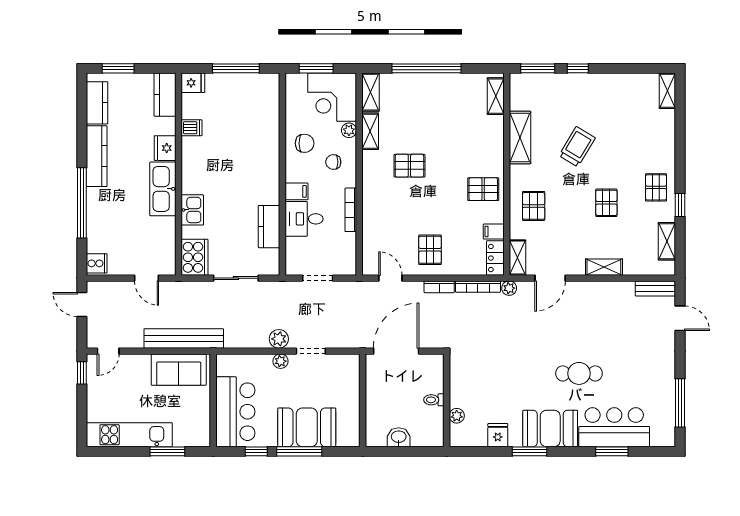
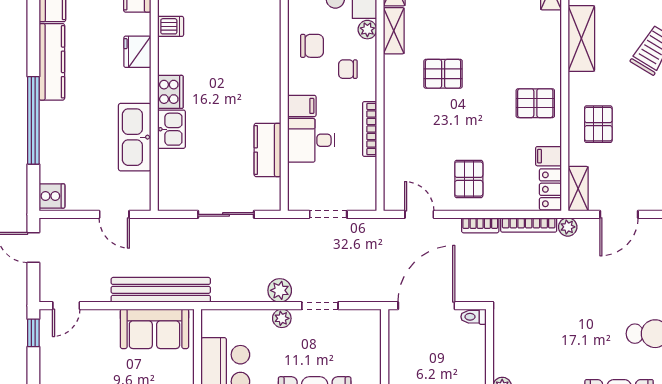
kitchen sink: (163, 189) -> (135, 137), moved
cooker: (195, 257) -> (170, 92), moved, width x0.73, depth x0.76
toilet: (434, 400) -> (474, 317), moved

